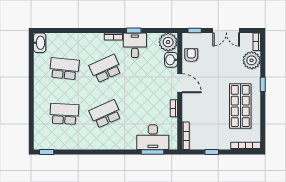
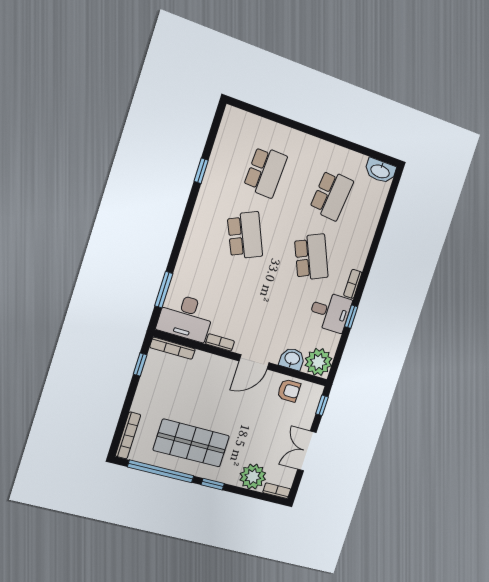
window: (263, 119) -> (161, 471), added
desk: (153, 137) -> (186, 317), moved, turned -90
window: (47, 152) -> (201, 171), moved
window: (212, 152) -> (140, 365), moved

